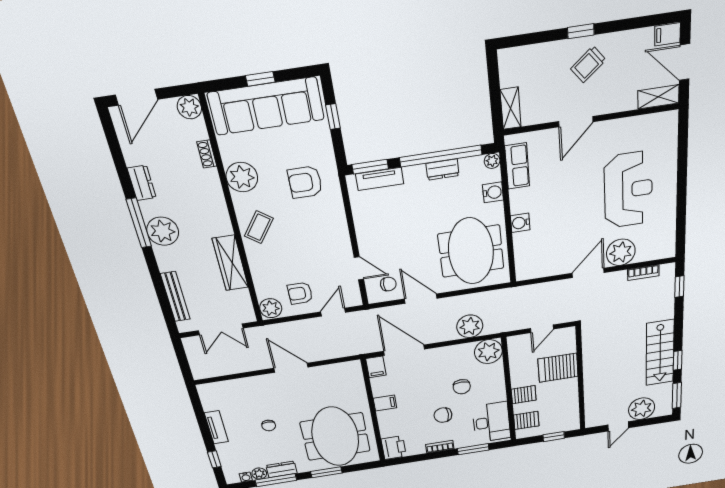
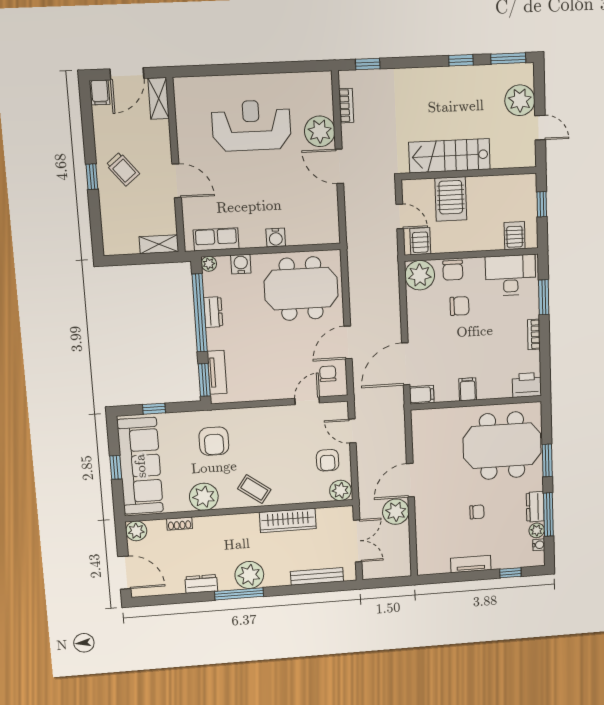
plant: (470, 326) -> (396, 512), moved
stairs: (660, 353) -> (449, 156), moved, turned 180
server rack: (524, 395) -> (420, 241), moved
chair: (443, 415) -> (453, 270), moved

